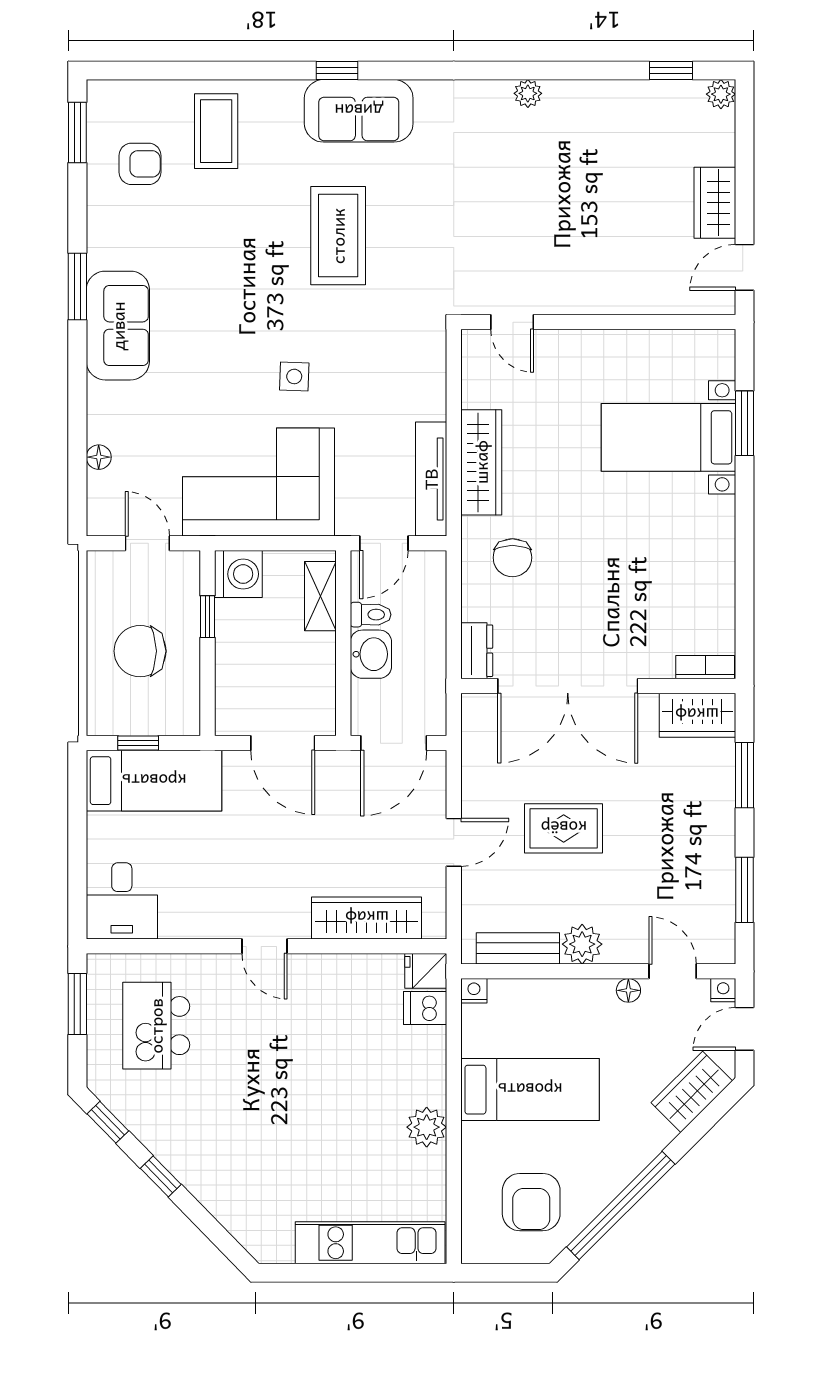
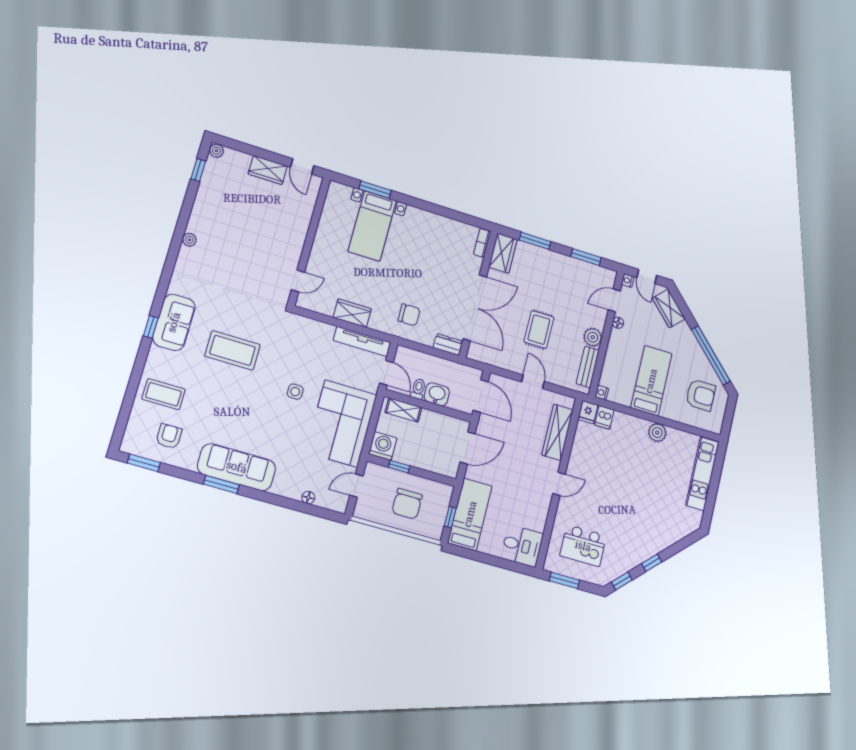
sofa: (118, 326) -> (237, 467), width x1.36
wardrobe: (481, 462) -> (352, 313), width x0.67

